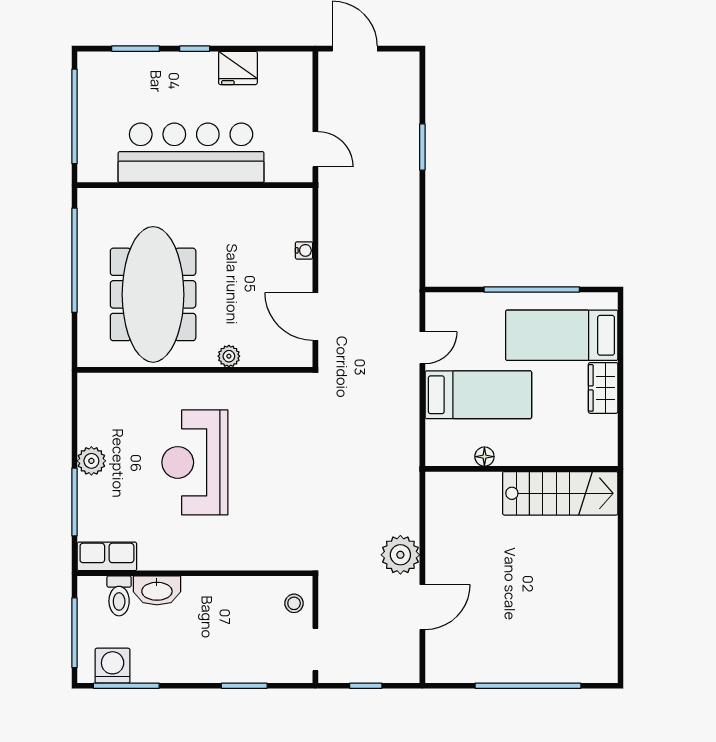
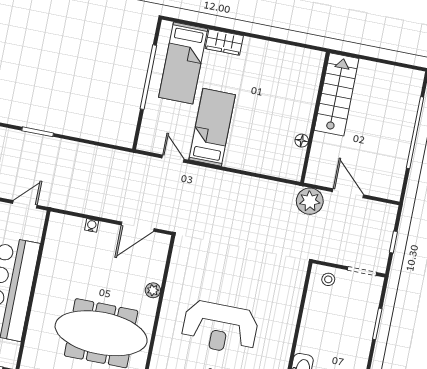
floor lamp: (484, 457) -> (302, 141), moved
wall: (521, 469) -> (315, 117), moved
stairs: (560, 493) -> (337, 94), moved

